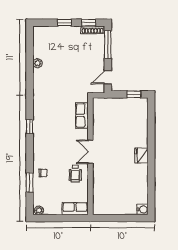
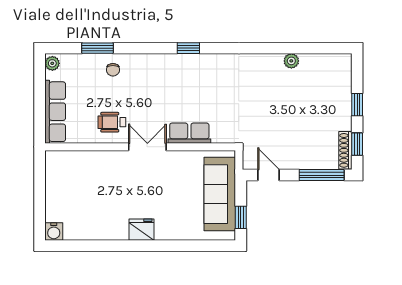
sofa: (119, 107) -> (220, 194), added
row of seats: (82, 115) -> (189, 133), moved
row of seats: (75, 209) -> (55, 112), width x1.48

